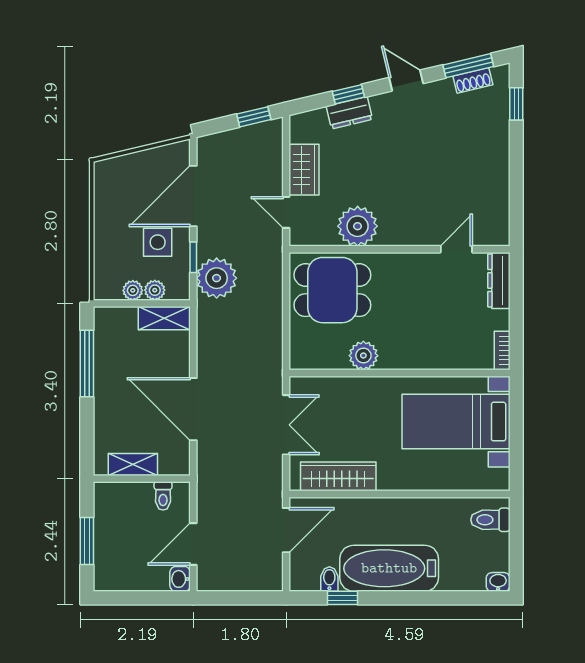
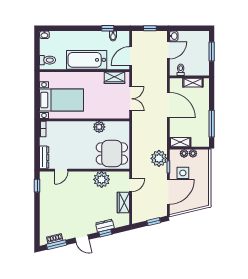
window: (516, 104) -> (37, 186), moved
window: (254, 117) -> (154, 222), moved
door: (286, 212) -> (131, 185), hinge flipped
double door: (286, 425) -> (131, 99), swing flipped
wardrobe: (338, 476) -> (115, 78), width x0.67
bathtub: (389, 568) -> (87, 60), moved, turned 180
window: (239, 598) -> (150, 28), added

